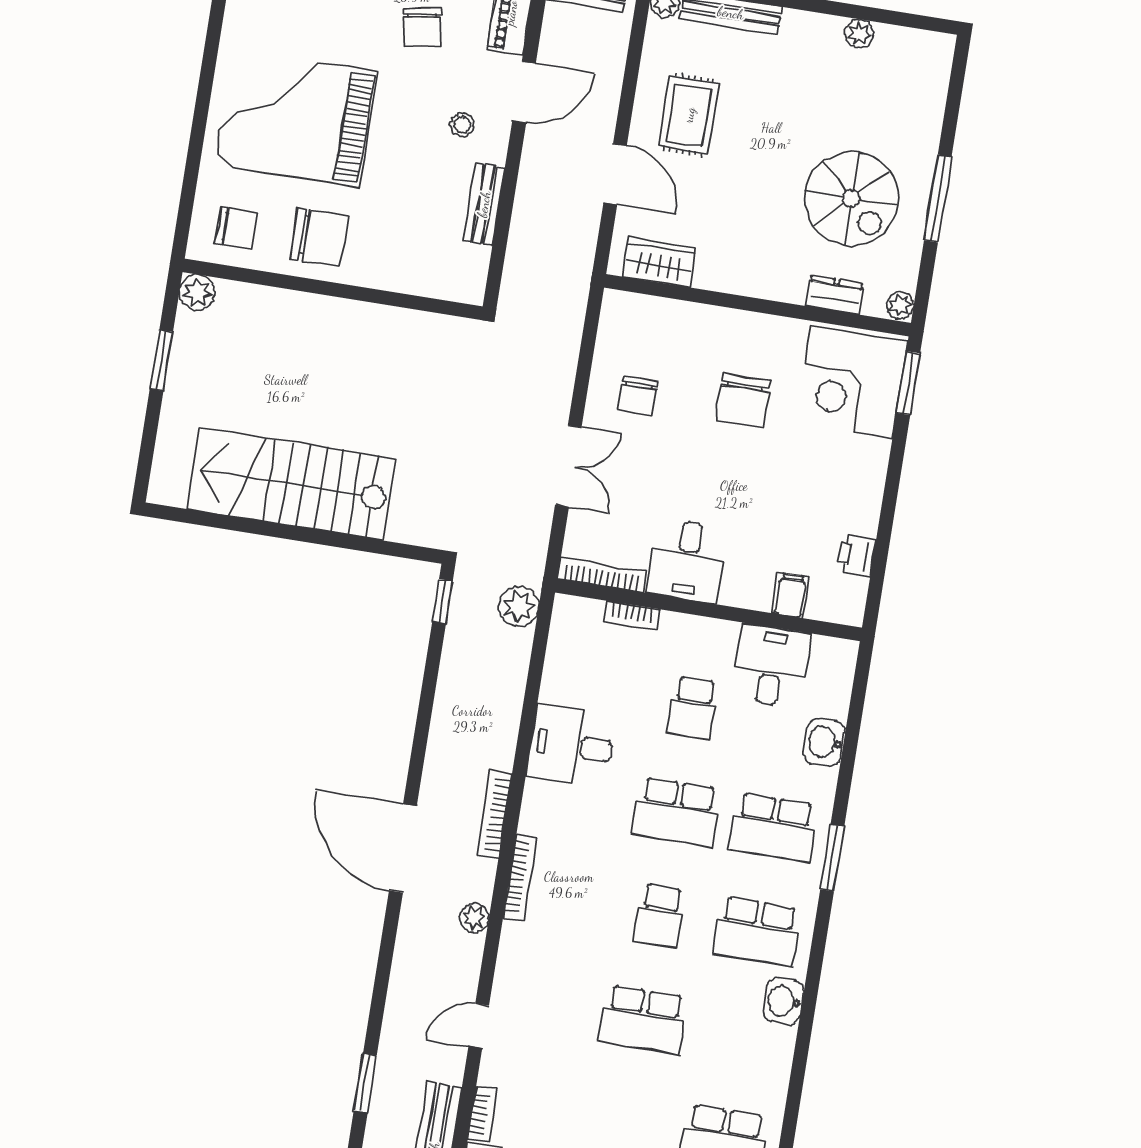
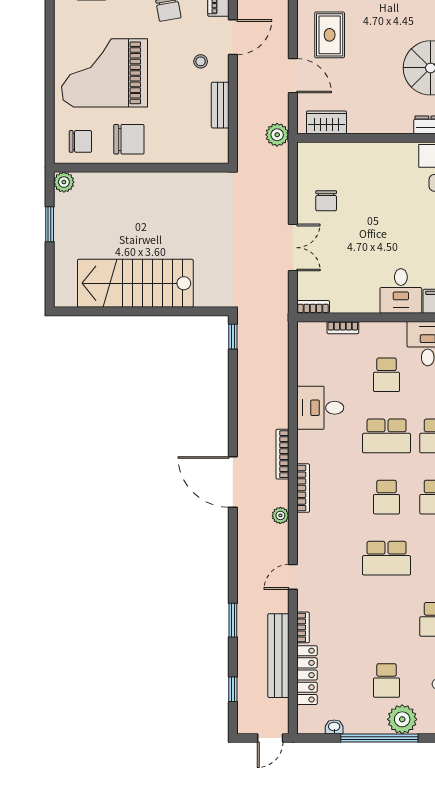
chair: (743, 401) -> (387, 194), removed
desk: (687, 561) -> (401, 291), moved
bookcase: (602, 575) -> (313, 307), width x0.64
plant: (519, 606) -> (277, 135), moved

